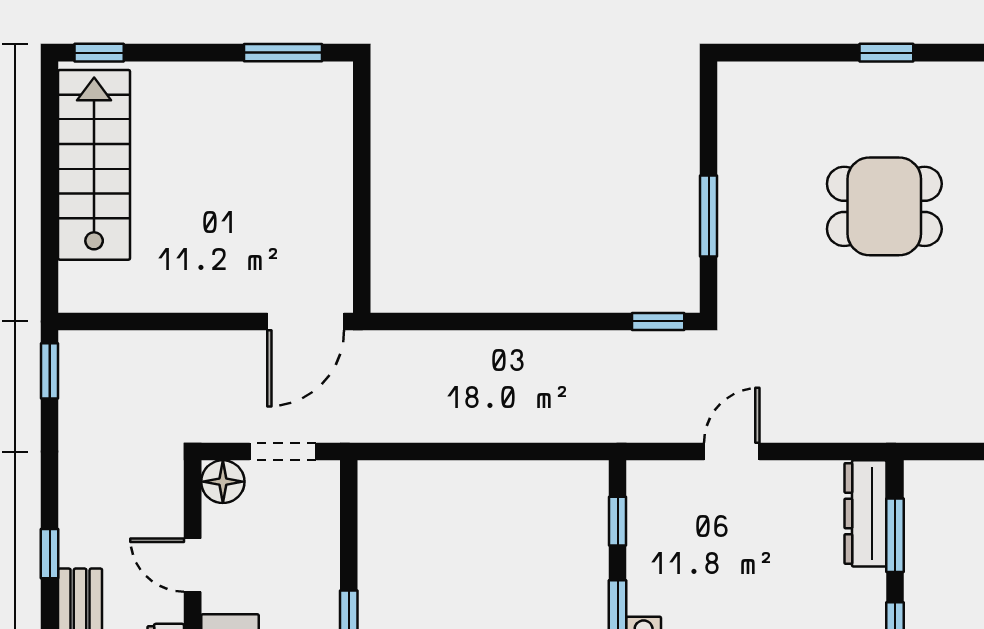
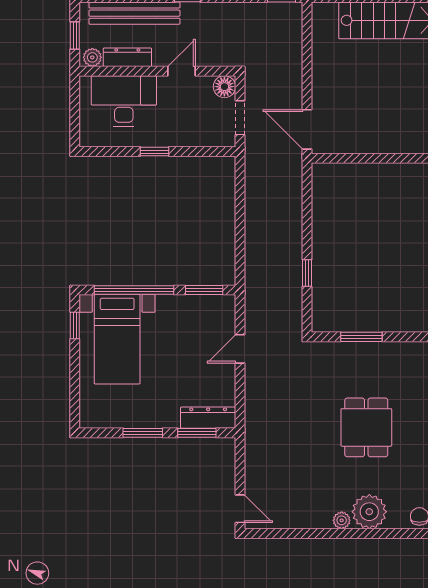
window: (658, 321) -> (307, 273), moved
door: (732, 452) -> (240, 349), swing flipped
window: (618, 521) -> (204, 290), width x1.50

